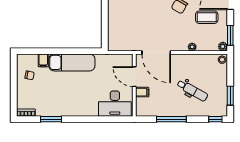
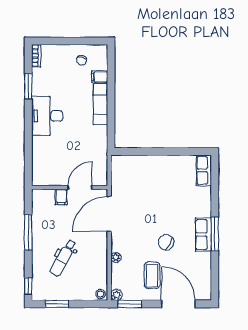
exam couch: (72, 62) -> (100, 104), width x0.73, depth x0.69
desk: (115, 104) -> (47, 116), moved

